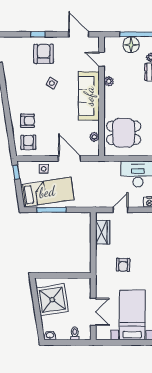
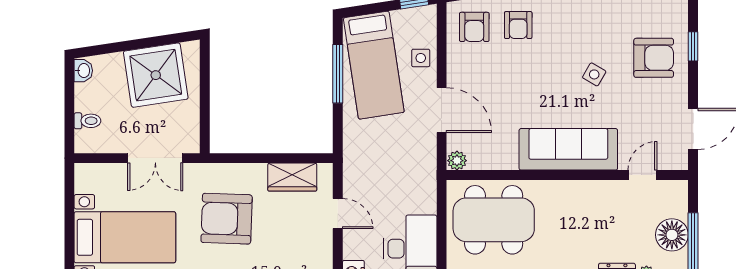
plant: (109, 81) -> (598, 190), removed
dining table: (124, 133) -> (494, 220), width x1.37
plant: (94, 137) -> (457, 161), moved
armchair: (28, 142) -> (474, 27), turned 90
door: (69, 159) -> (442, 110), hinge flipped
armchair: (123, 265) -> (227, 219), width x1.88, depth x1.88
double door: (93, 312) -> (155, 158), moved

